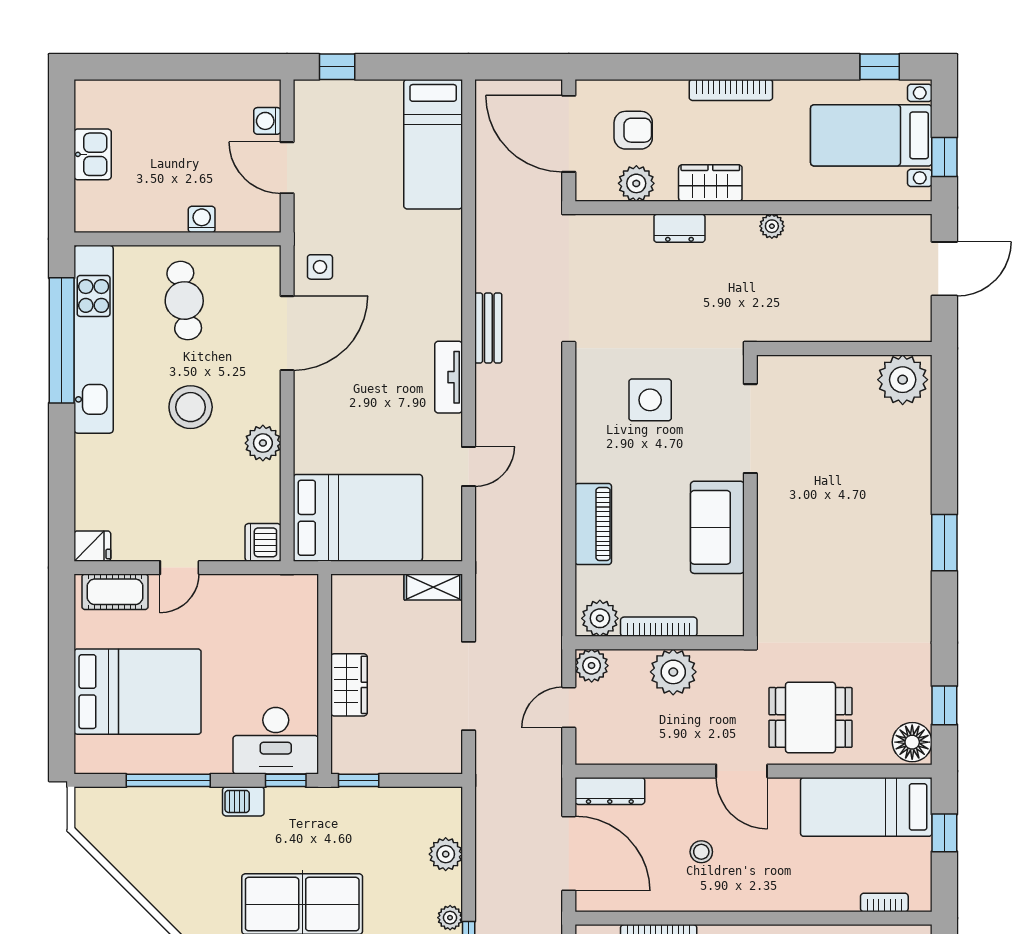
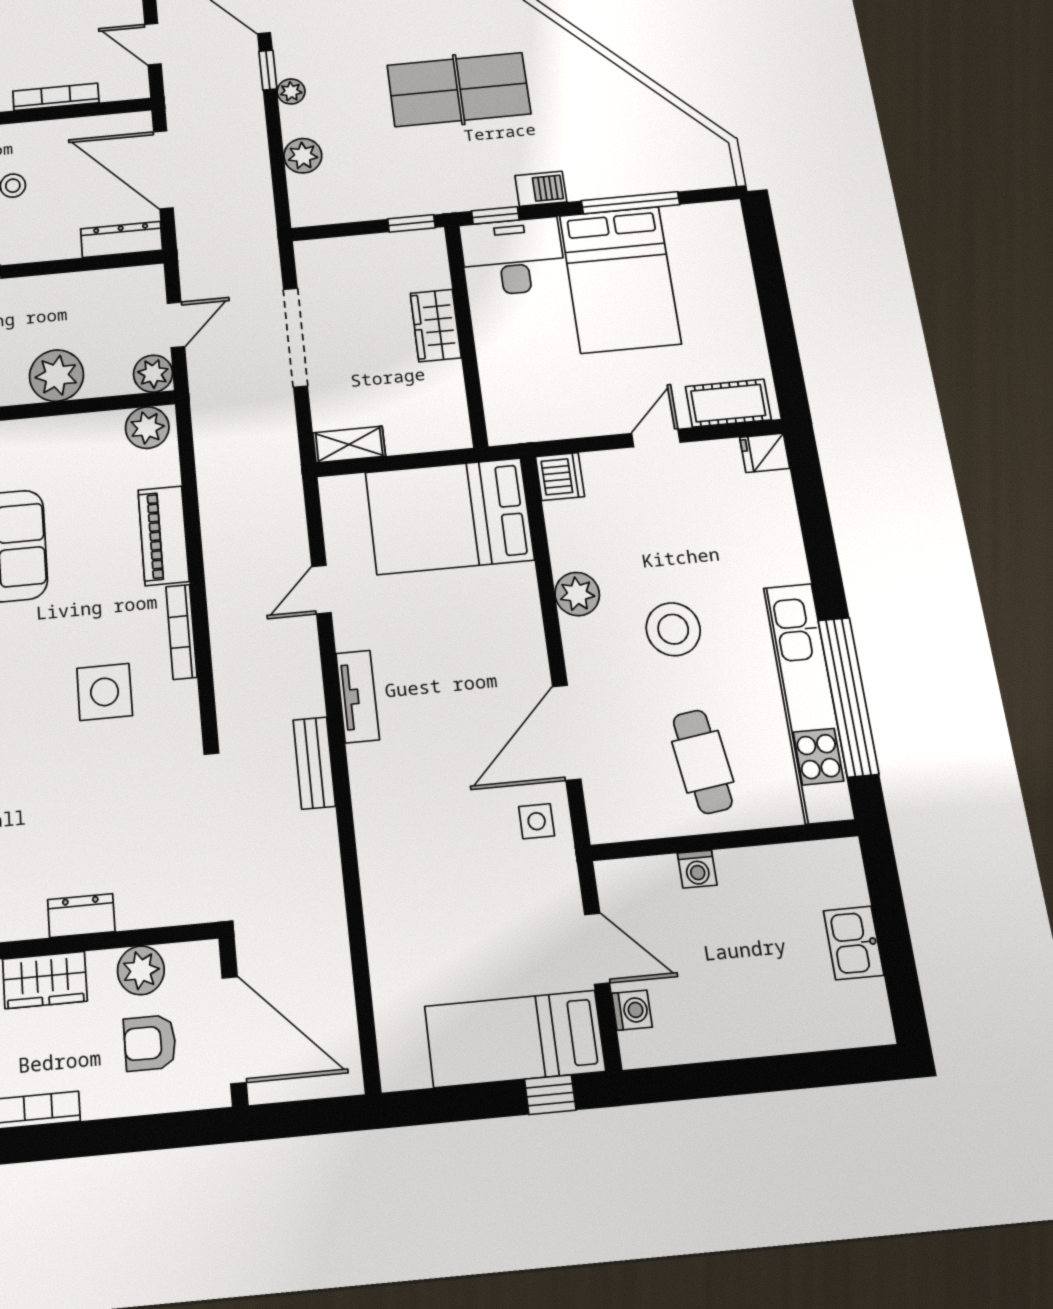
bed: (433, 144) -> (515, 1039), moved, turned -90
bookcase: (659, 627) -> (181, 632), moved, turned 90
bed: (138, 692) -> (620, 279), moved, turned -90

